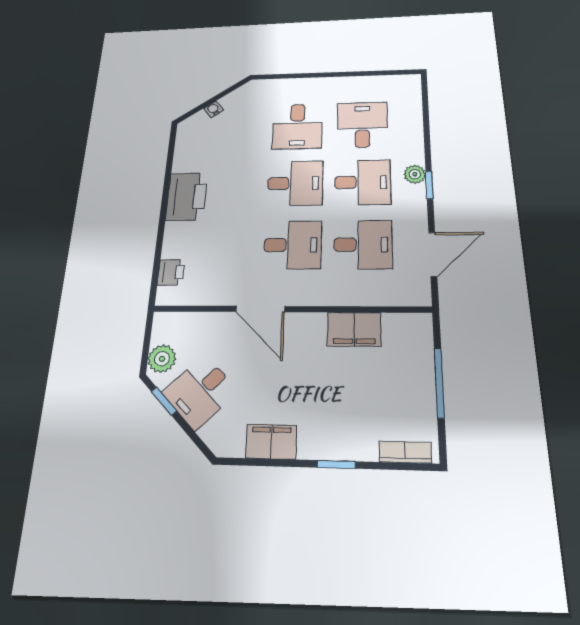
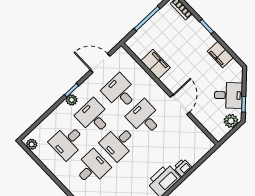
plant: (403, 82) -> (32, 144), added
desk: (295, 183) -> (118, 143), turned -90
printer: (171, 272) -> (183, 167), moved

